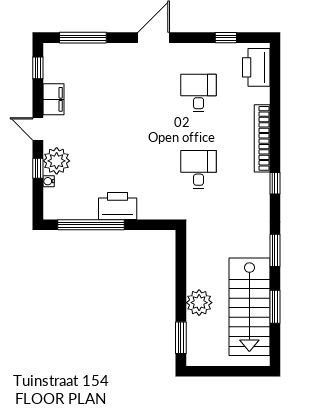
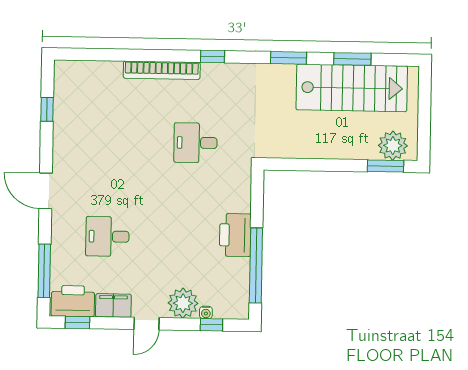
printer: (256, 67) -> (73, 301), moved, turned 180
desk: (199, 93) -> (107, 236), moved
window: (38, 168) -> (211, 325), moved
plant: (199, 303) -> (393, 146), moved

